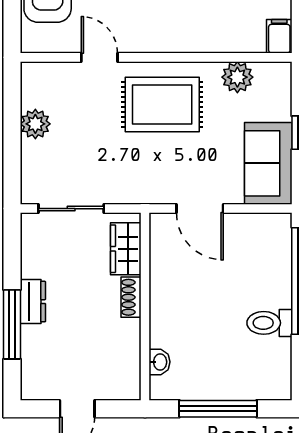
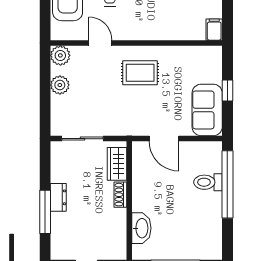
plant: (237, 77) -> (60, 55), moved
rug: (162, 105) -> (140, 73), width x0.73, depth x0.70
toilet: (270, 323) -> (208, 182), moved
washbasin: (160, 362) -> (141, 228), width x1.91, depth x1.45

